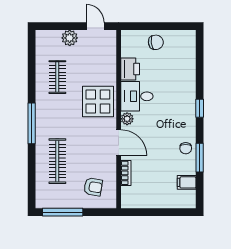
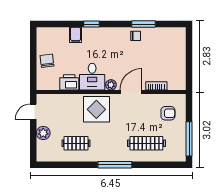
window: (200, 108) -> (92, 24), moved
filing cabinet: (187, 182) -> (76, 35), moved
armchair: (93, 187) -> (168, 113), turned 80

